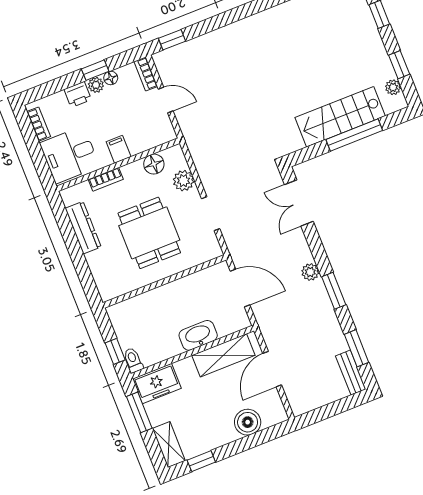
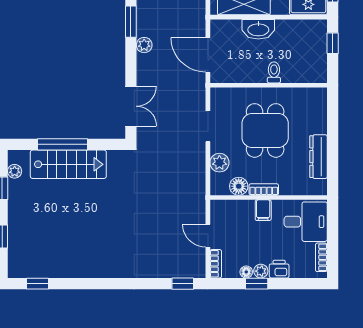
bookcase: (106, 179) -> (264, 189), moved
toilet: (133, 360) -> (274, 72), moved, turned 180

